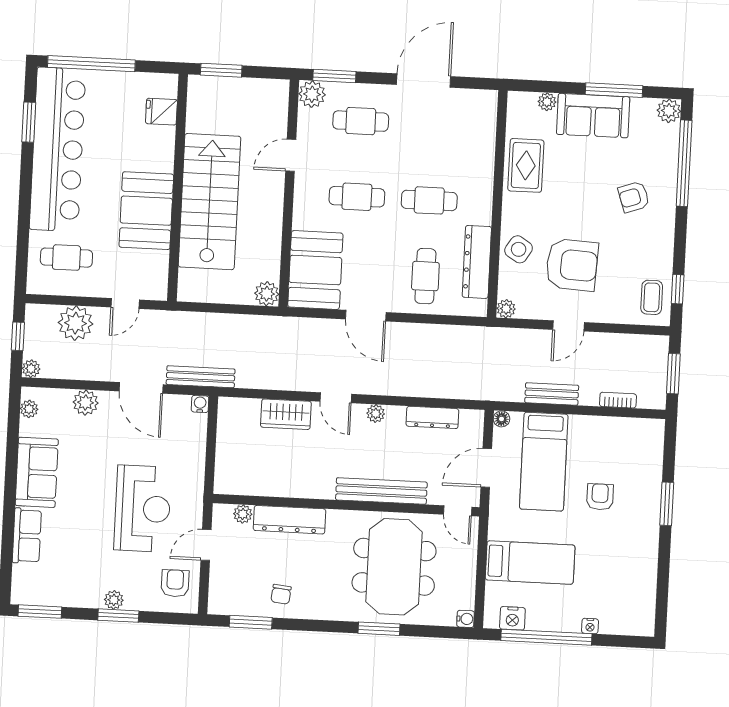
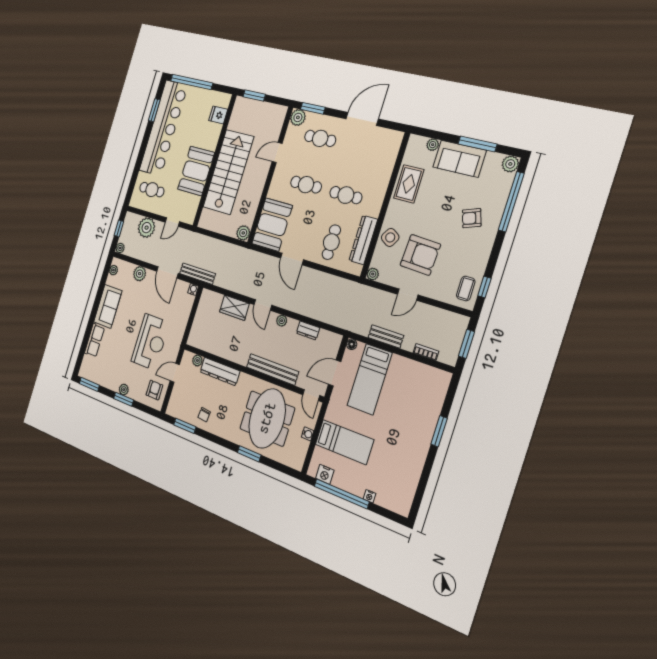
dresser: (432, 417) -> (308, 330), width x0.70
armchair: (600, 497) -> (398, 413), removed
water cooler: (466, 619) -> (308, 434), moved

